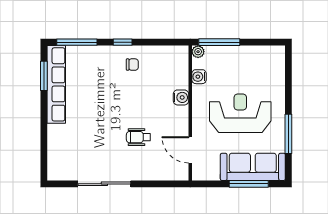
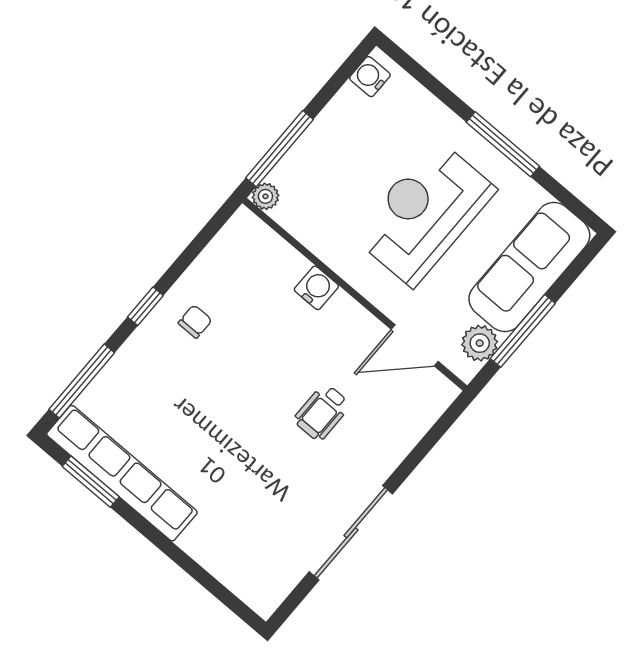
water cooler: (199, 77) -> (370, 77), moved, turned 90
window: (288, 134) -> (503, 144), moved
plant: (211, 172) -> (480, 343), added
window: (249, 184) -> (523, 331), moved

